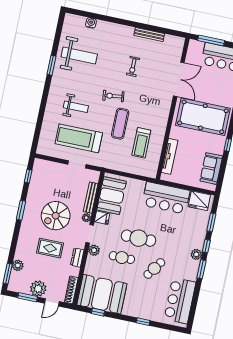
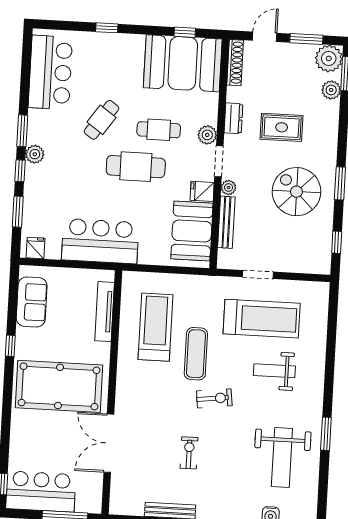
weight bench: (79, 55) -> (282, 457), turned -90
treadmill: (141, 143) -> (155, 327), width x1.37, depth x1.38
fridge: (199, 201) -> (36, 248), width x0.53, depth x0.75
spiral stairs: (56, 216) -> (296, 192), moved, turned -90
plant: (38, 289) -> (329, 58), moved

